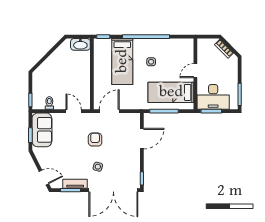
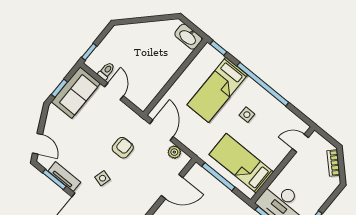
door: (195, 71) -> (300, 143), moved
door: (74, 111) -> (114, 91), moved
door: (109, 111) -> (161, 130), hinge flipped
plant: (127, 118) -> (174, 152), added

